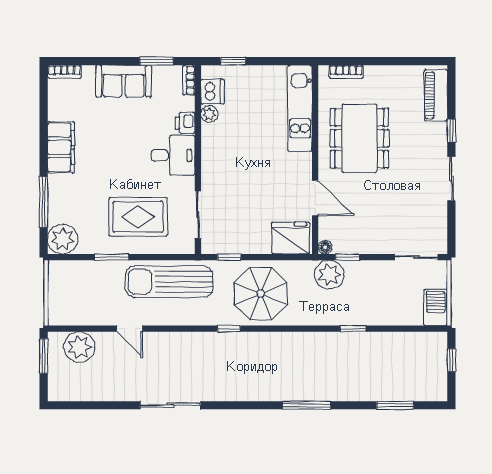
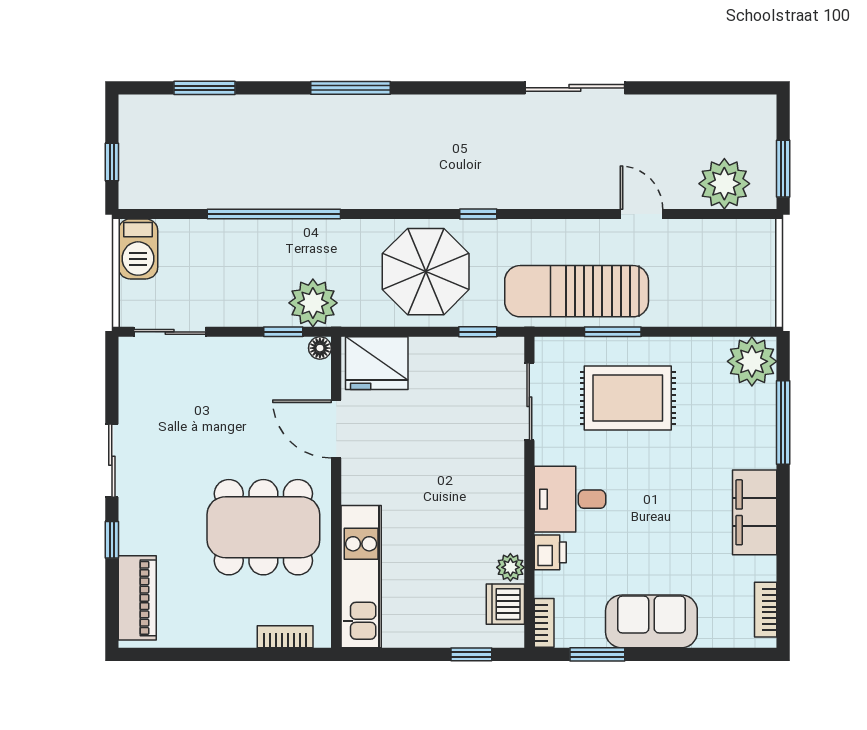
bookcase: (64, 72) -> (766, 610), moved, turned -90
dining table: (359, 138) -> (263, 527), turned 90
window: (112, 257) -> (613, 332), moved
sun lounger: (169, 282) -> (577, 291), turned 180
window: (353, 329) -> (274, 214), width x3.17

